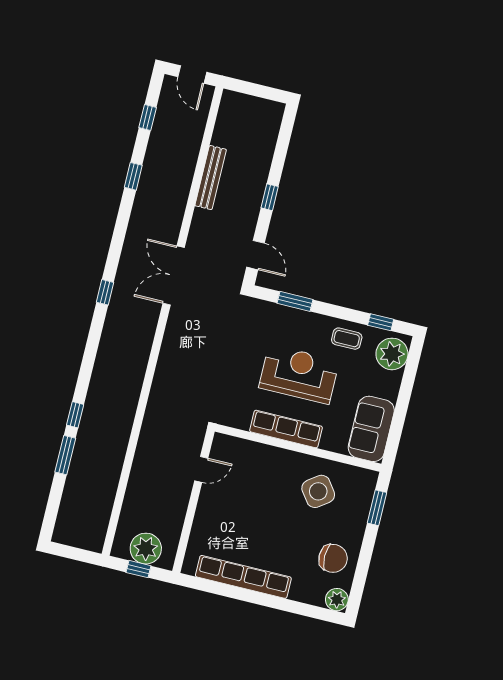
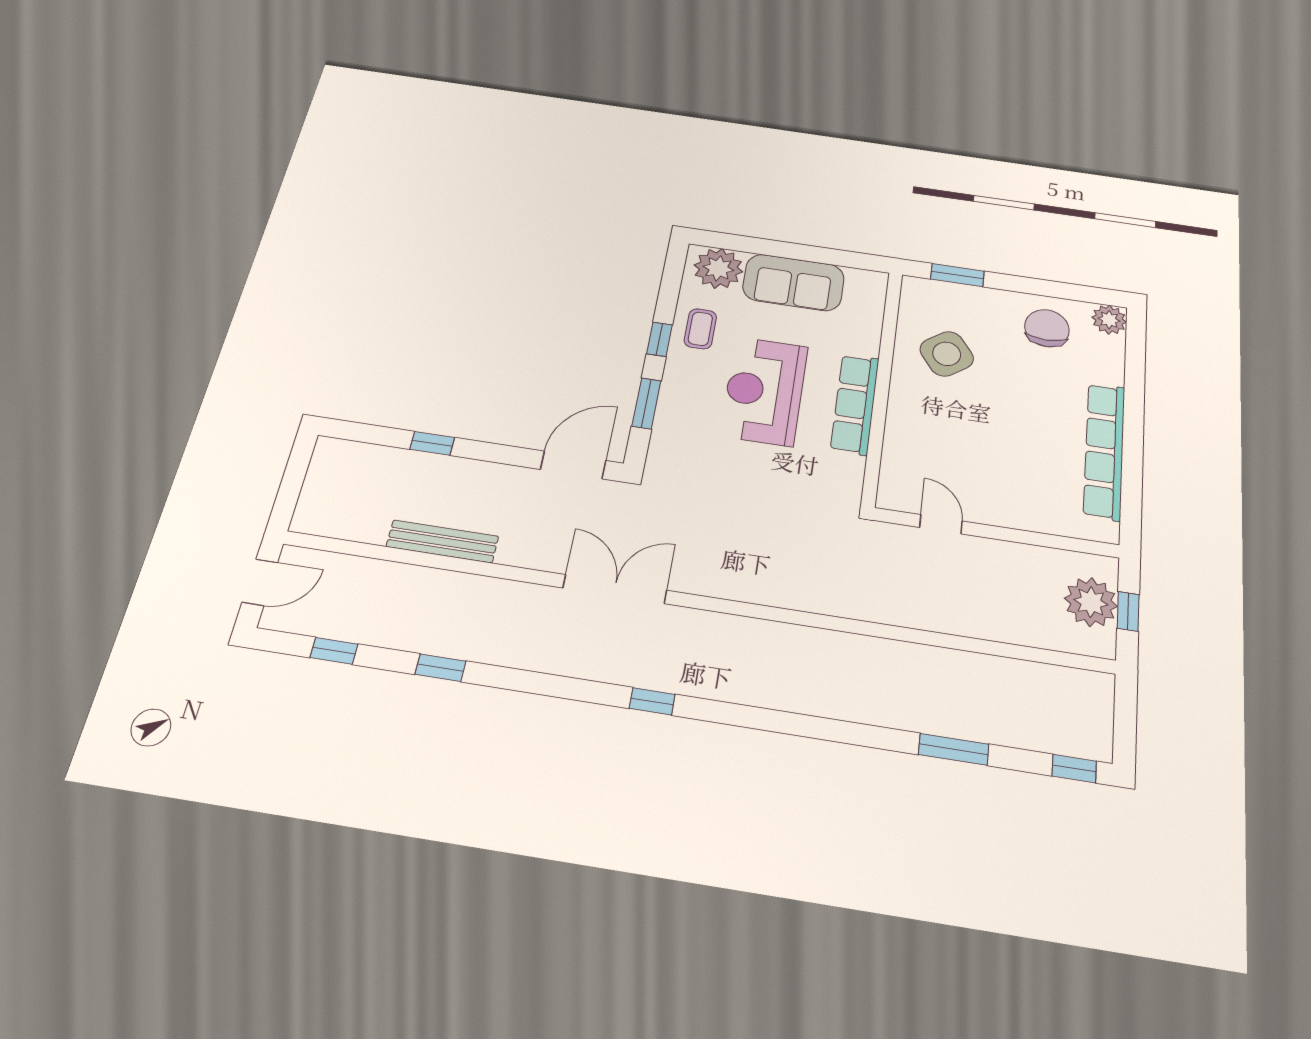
window: (270, 197) -> (432, 443), moved
door: (256, 255) -> (573, 465), width x1.38
double door: (174, 275) -> (615, 589), swing flipped
window: (381, 322) -> (659, 339), moved
window: (75, 415) -> (1074, 769), moved
sofa: (371, 429) -> (793, 282), moved

